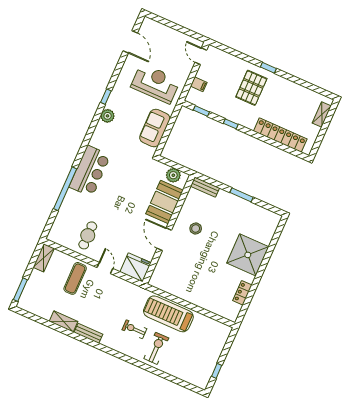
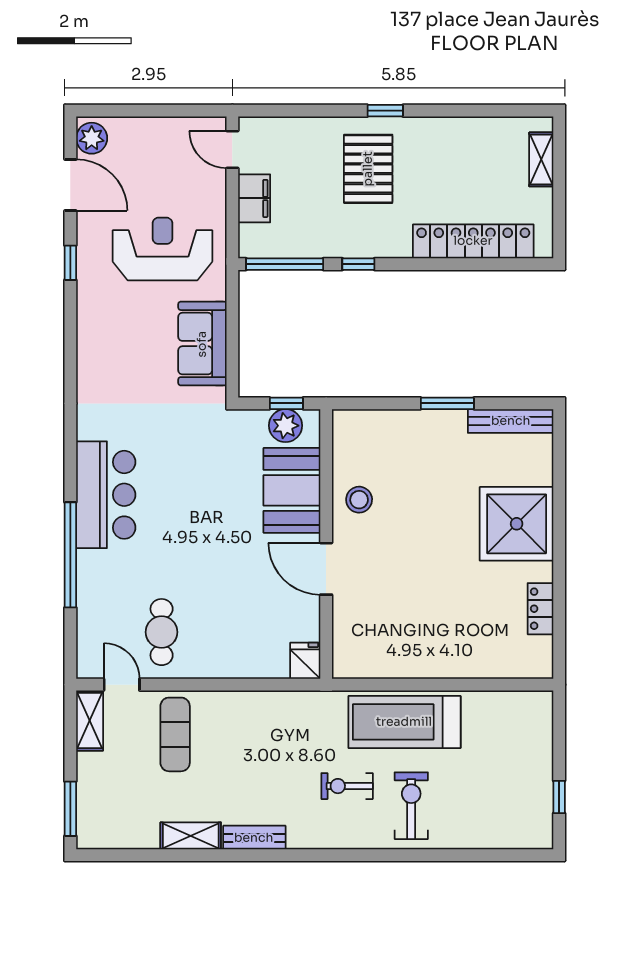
filing cabinet: (199, 84) -> (254, 198), width x2.00
window: (106, 97) -> (70, 263), moved
window: (201, 111) -> (285, 264), width x2.17
plant: (108, 116) -> (92, 138), moved
window: (178, 167) -> (286, 403), added
bench: (205, 187) -> (511, 421), moved, width x1.36
stool: (196, 229) -> (359, 500), moved
fridge: (135, 267) -> (305, 661), width x0.53, depth x0.75
door: (105, 268) -> (122, 685), moved

